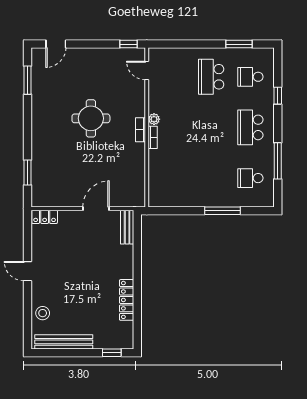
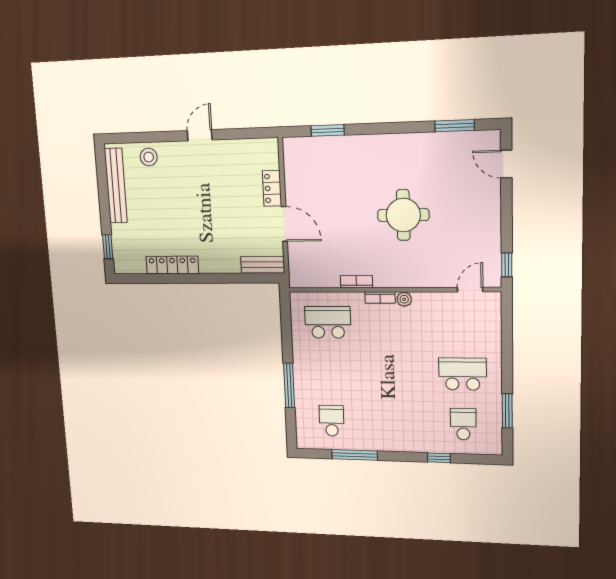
school desk: (250, 127) -> (328, 322), moved
bookcase: (140, 130) -> (356, 282), moved
locker: (45, 217) -> (272, 188), moved

